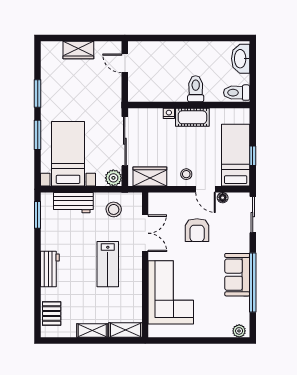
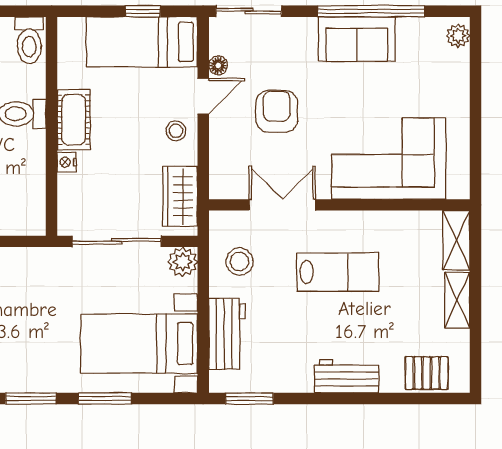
armchair: (197, 230) -> (277, 111), turned -90

